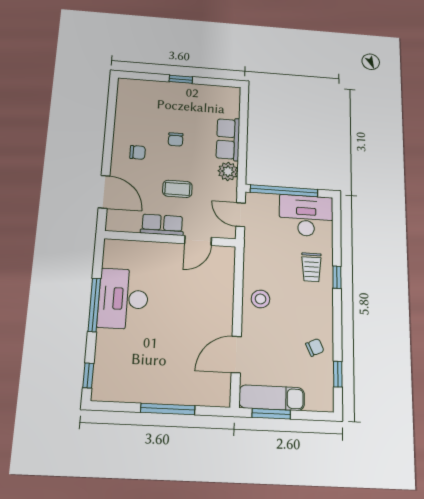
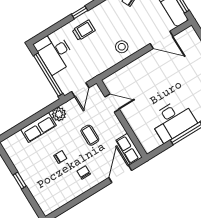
row of seats: (162, 225) -> (129, 149), moved

